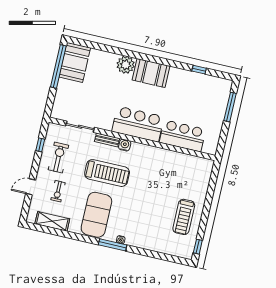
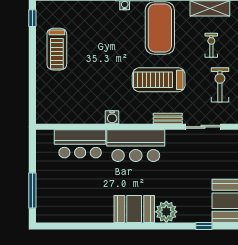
window: (199, 70) -> (204, 226), moved
water cooler: (125, 145) -> (112, 117), moved
exercise bike: (58, 158) -> (220, 85), turned 180
treadmill: (184, 217) -> (57, 49), turned 180

